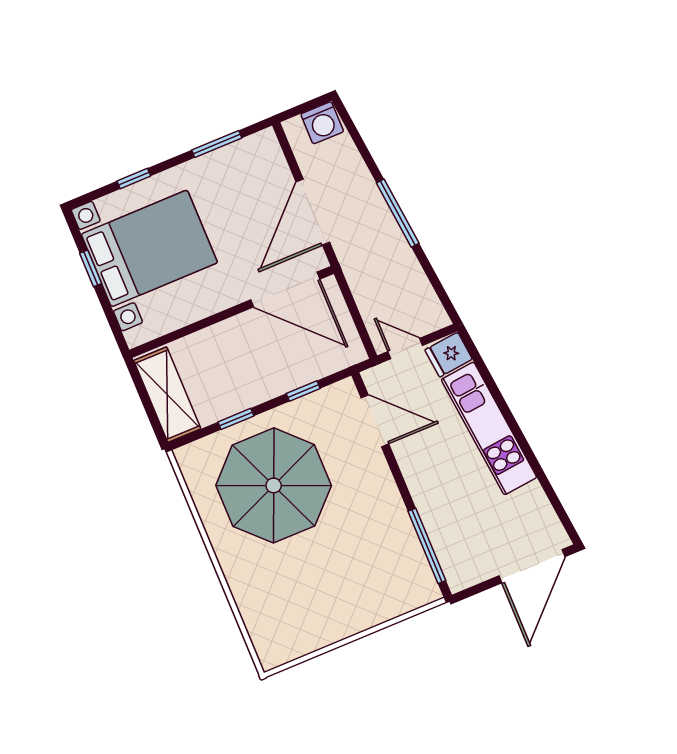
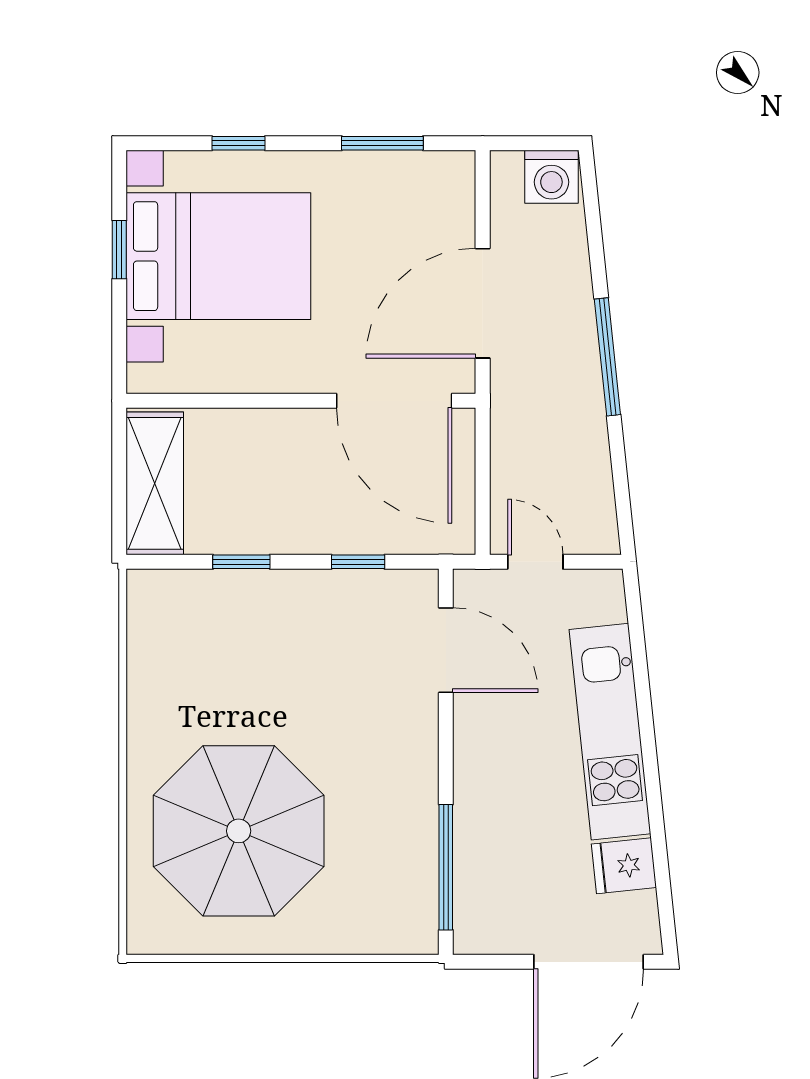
fridge: (449, 355) -> (624, 866), moved
parasol: (274, 485) -> (239, 831), moved

